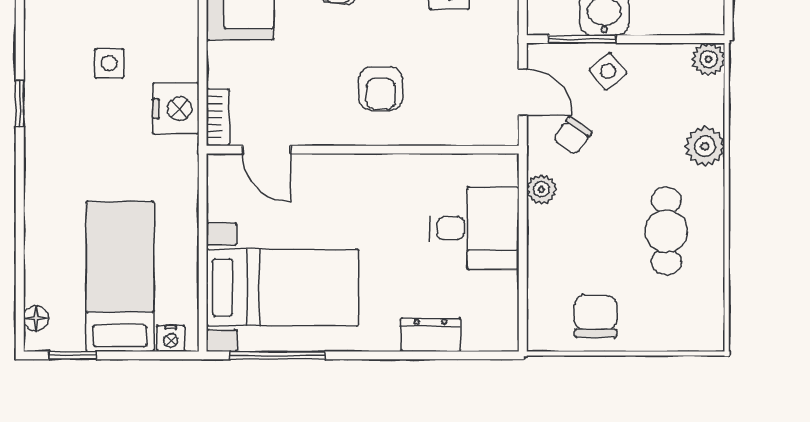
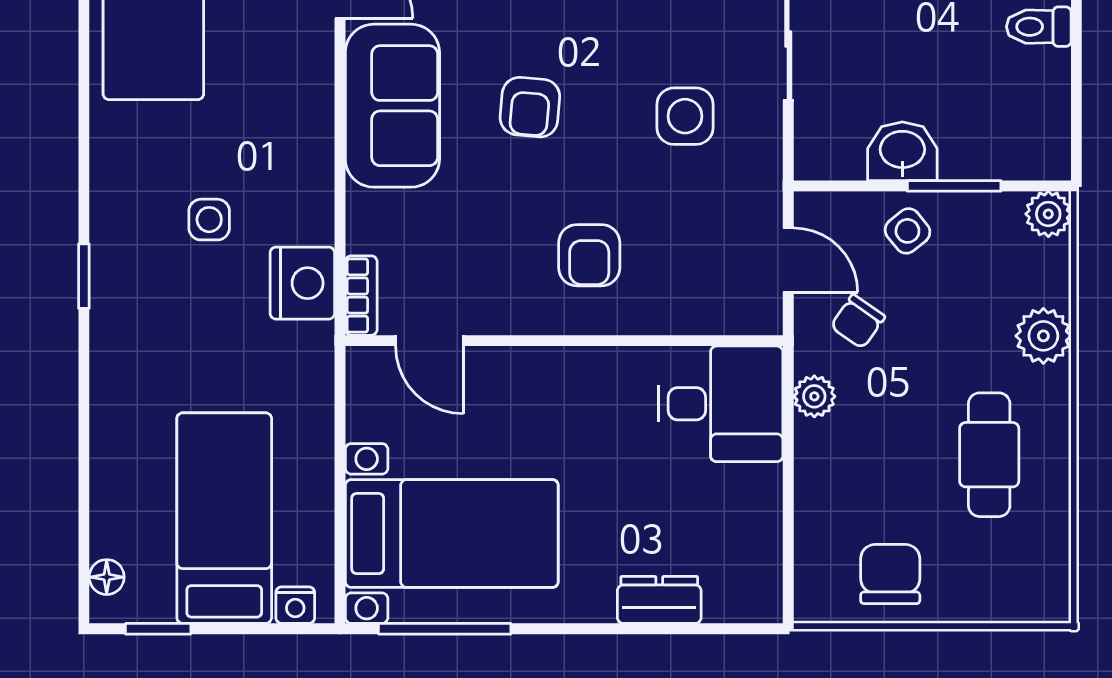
window: (582, 39) -> (954, 186), moved
desk: (474, 228) -> (721, 404), moved

